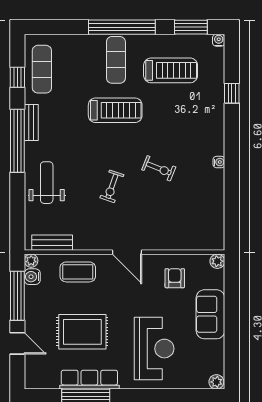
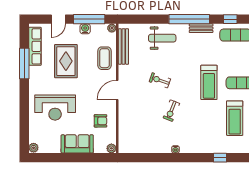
bench: (52, 243) -> (123, 46), width x1.36
water cooler: (32, 277) -> (85, 29), moved
row of seats: (89, 380) -> (35, 46), moved

